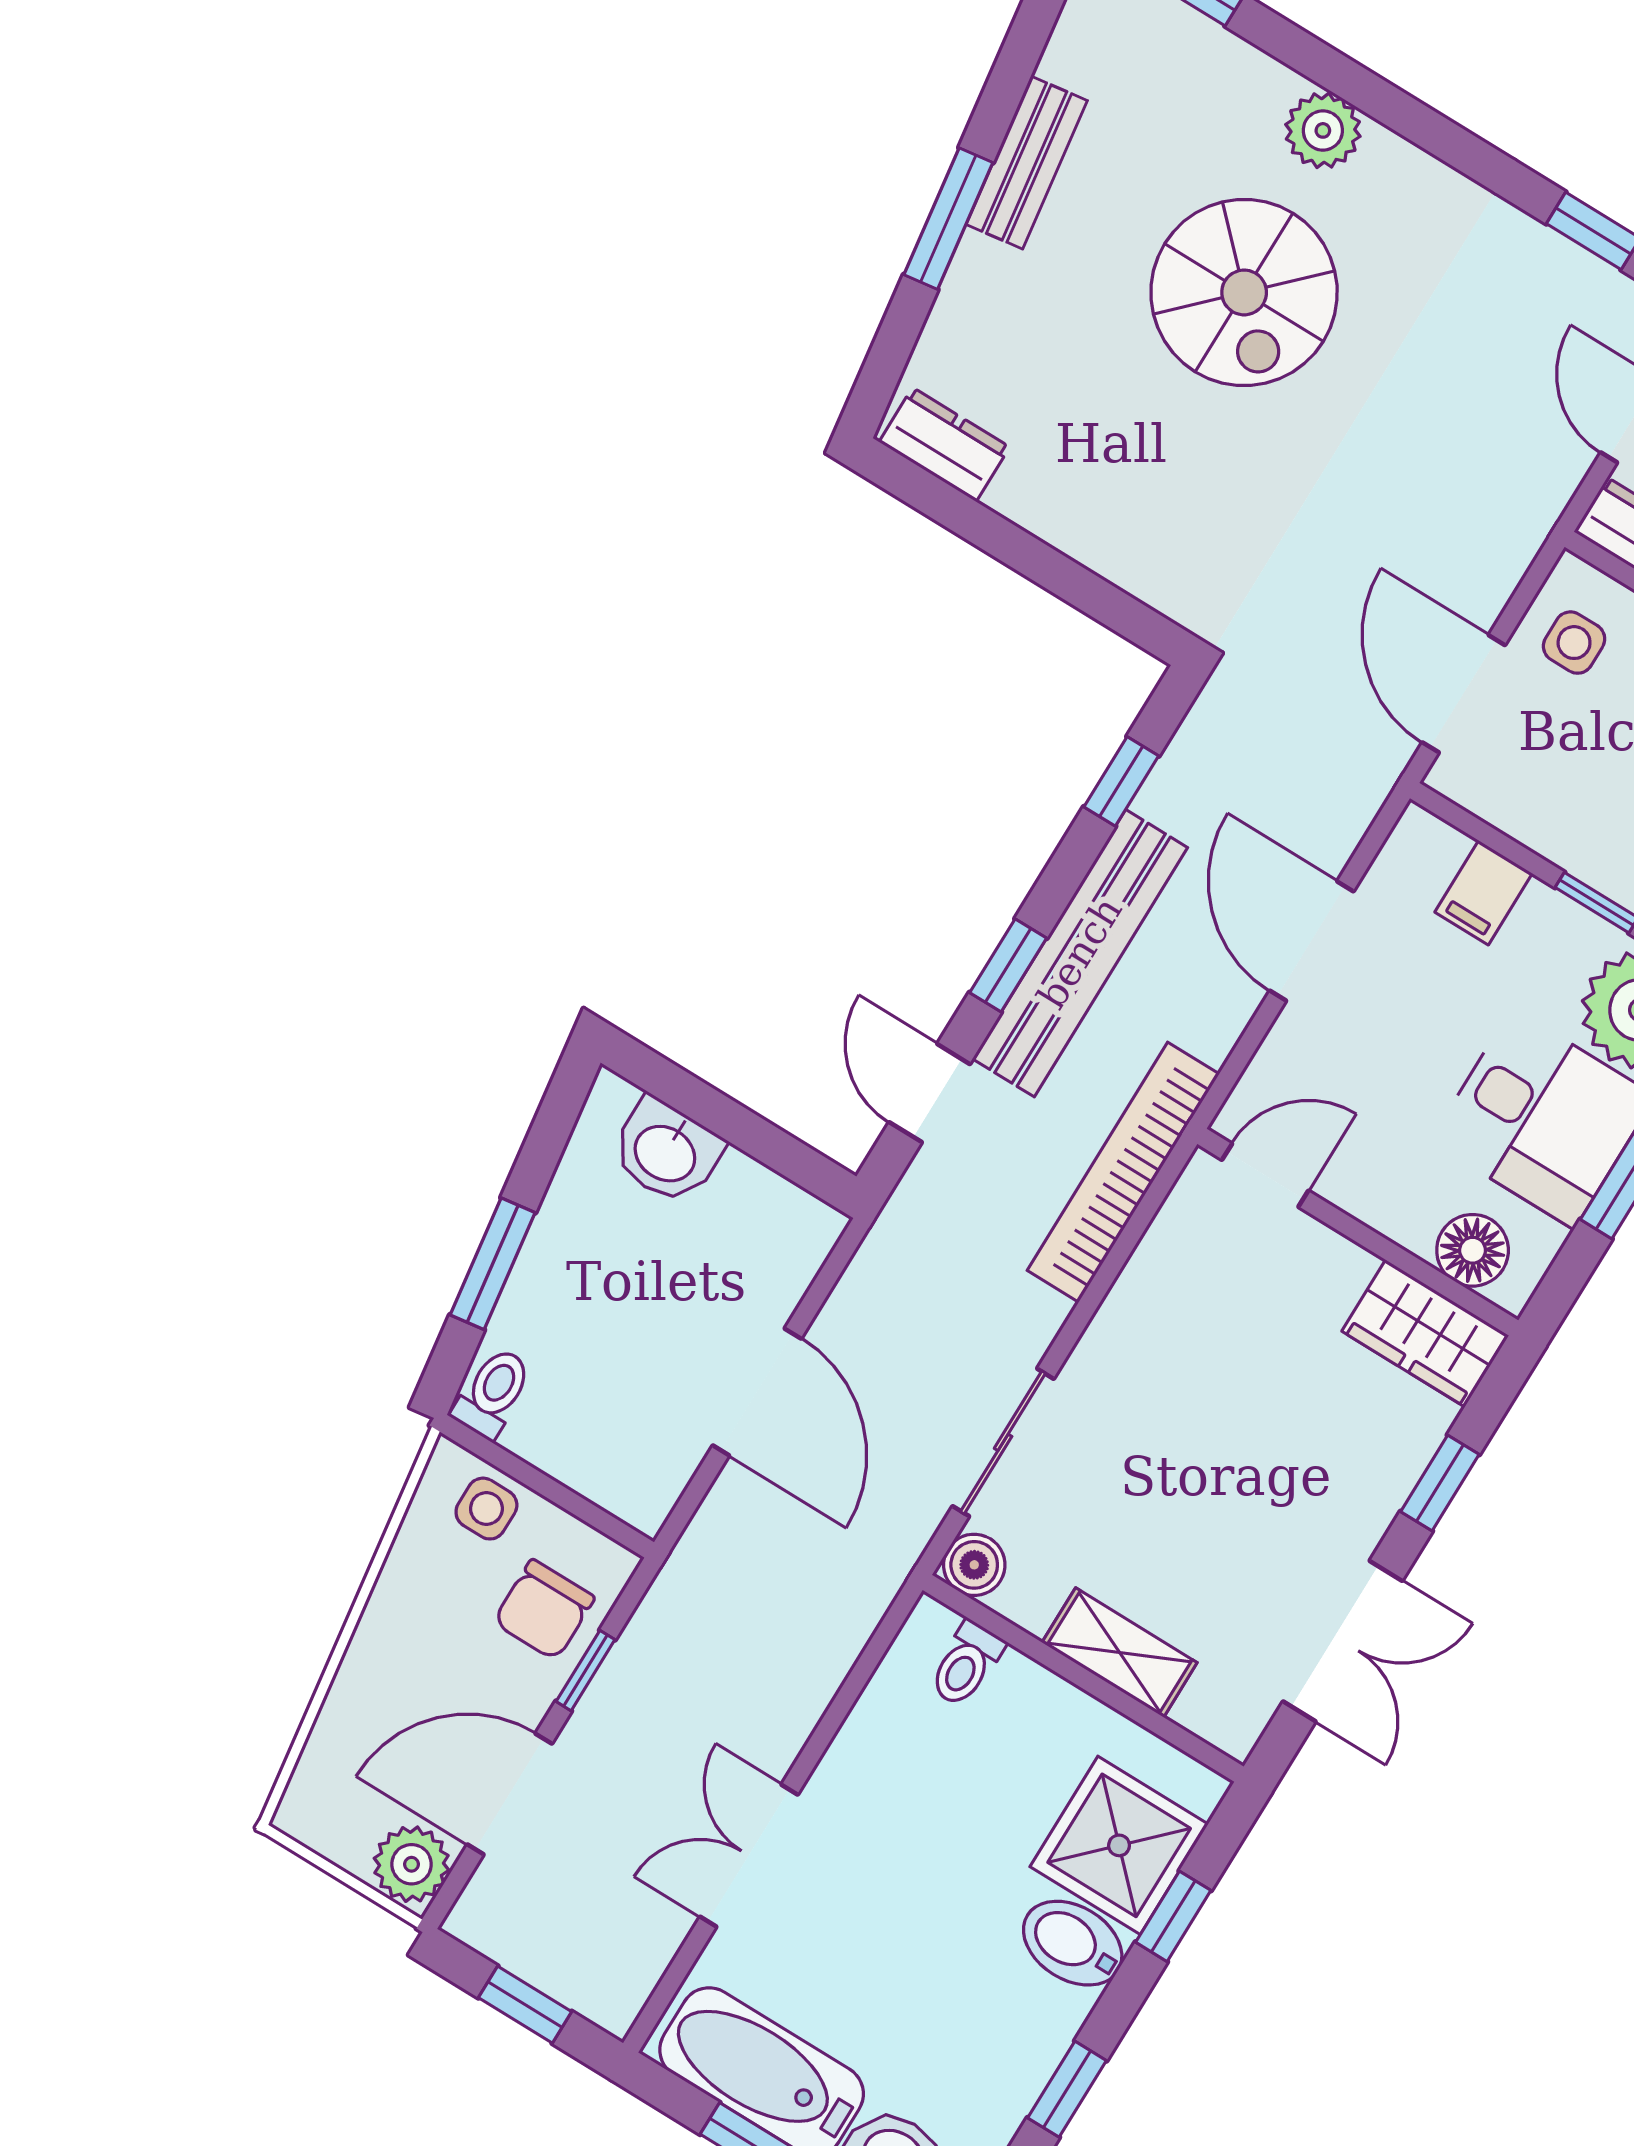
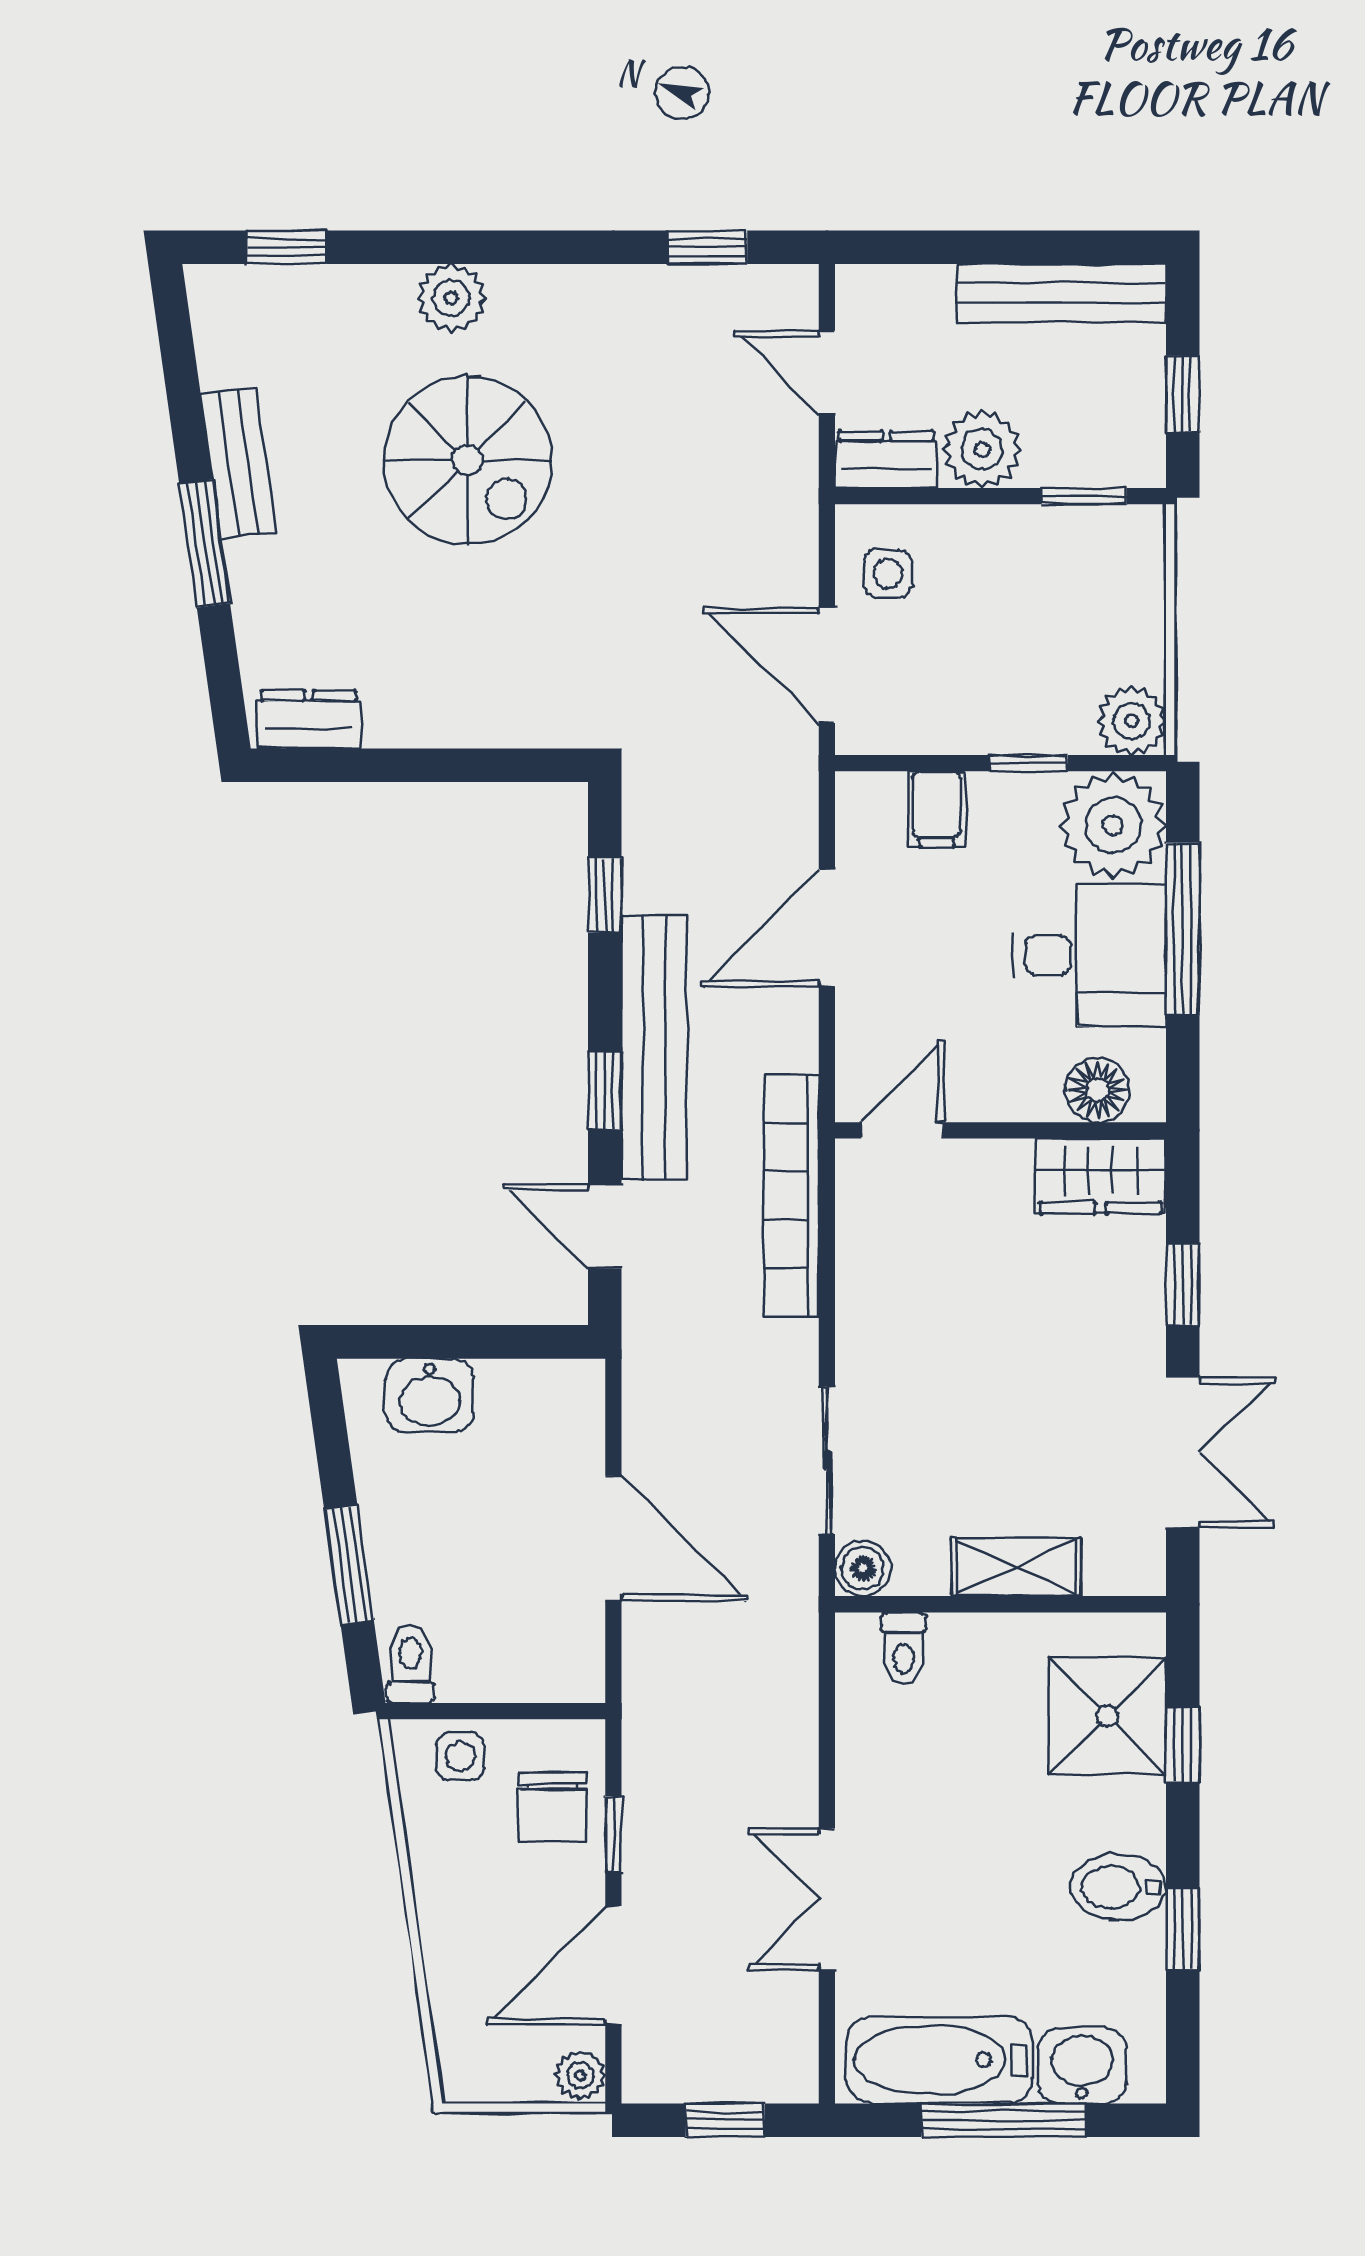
door: (1312, 941) -> (827, 928), hinge flipped
plant: (412, 1864) -> (580, 2075), width x0.73, depth x0.73
bidet: (1073, 1943) -> (1118, 1887), moved

